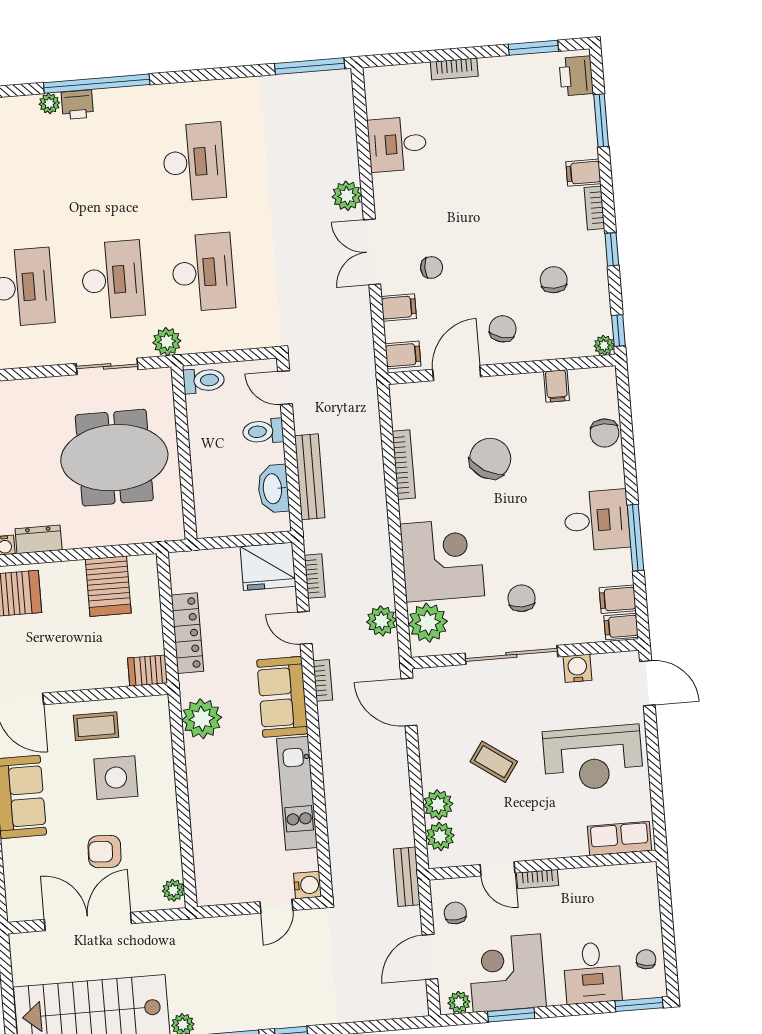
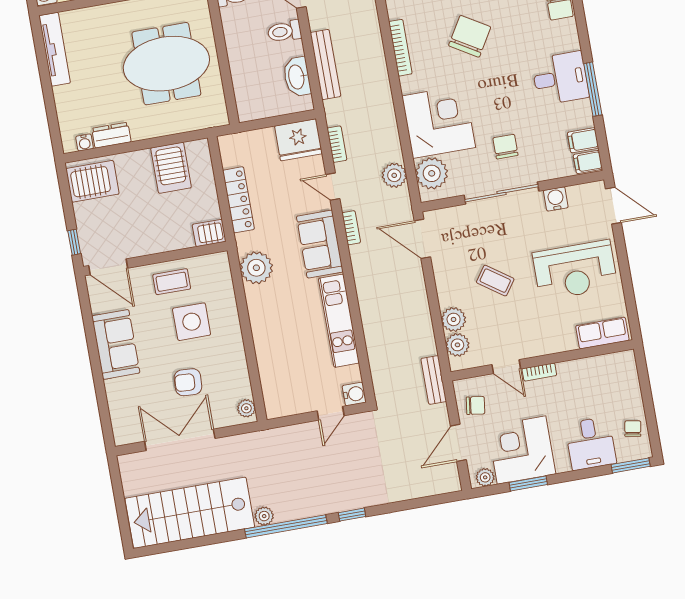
chair: (455, 913) -> (476, 405), turned 101

